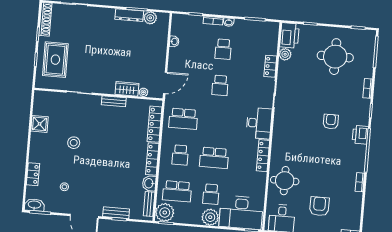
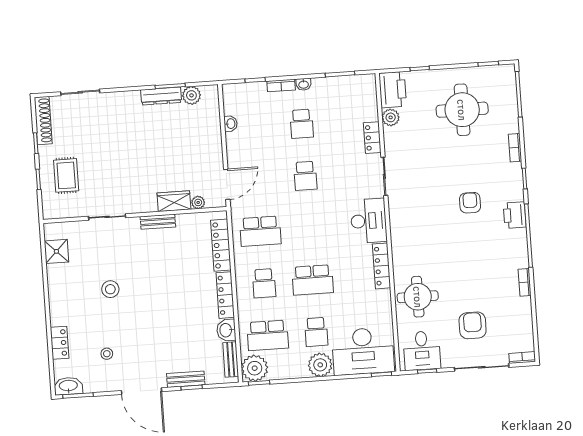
rug: (55, 60) -> (66, 175), width x0.73, depth x0.70
shower: (40, 124) -> (56, 251), moved

